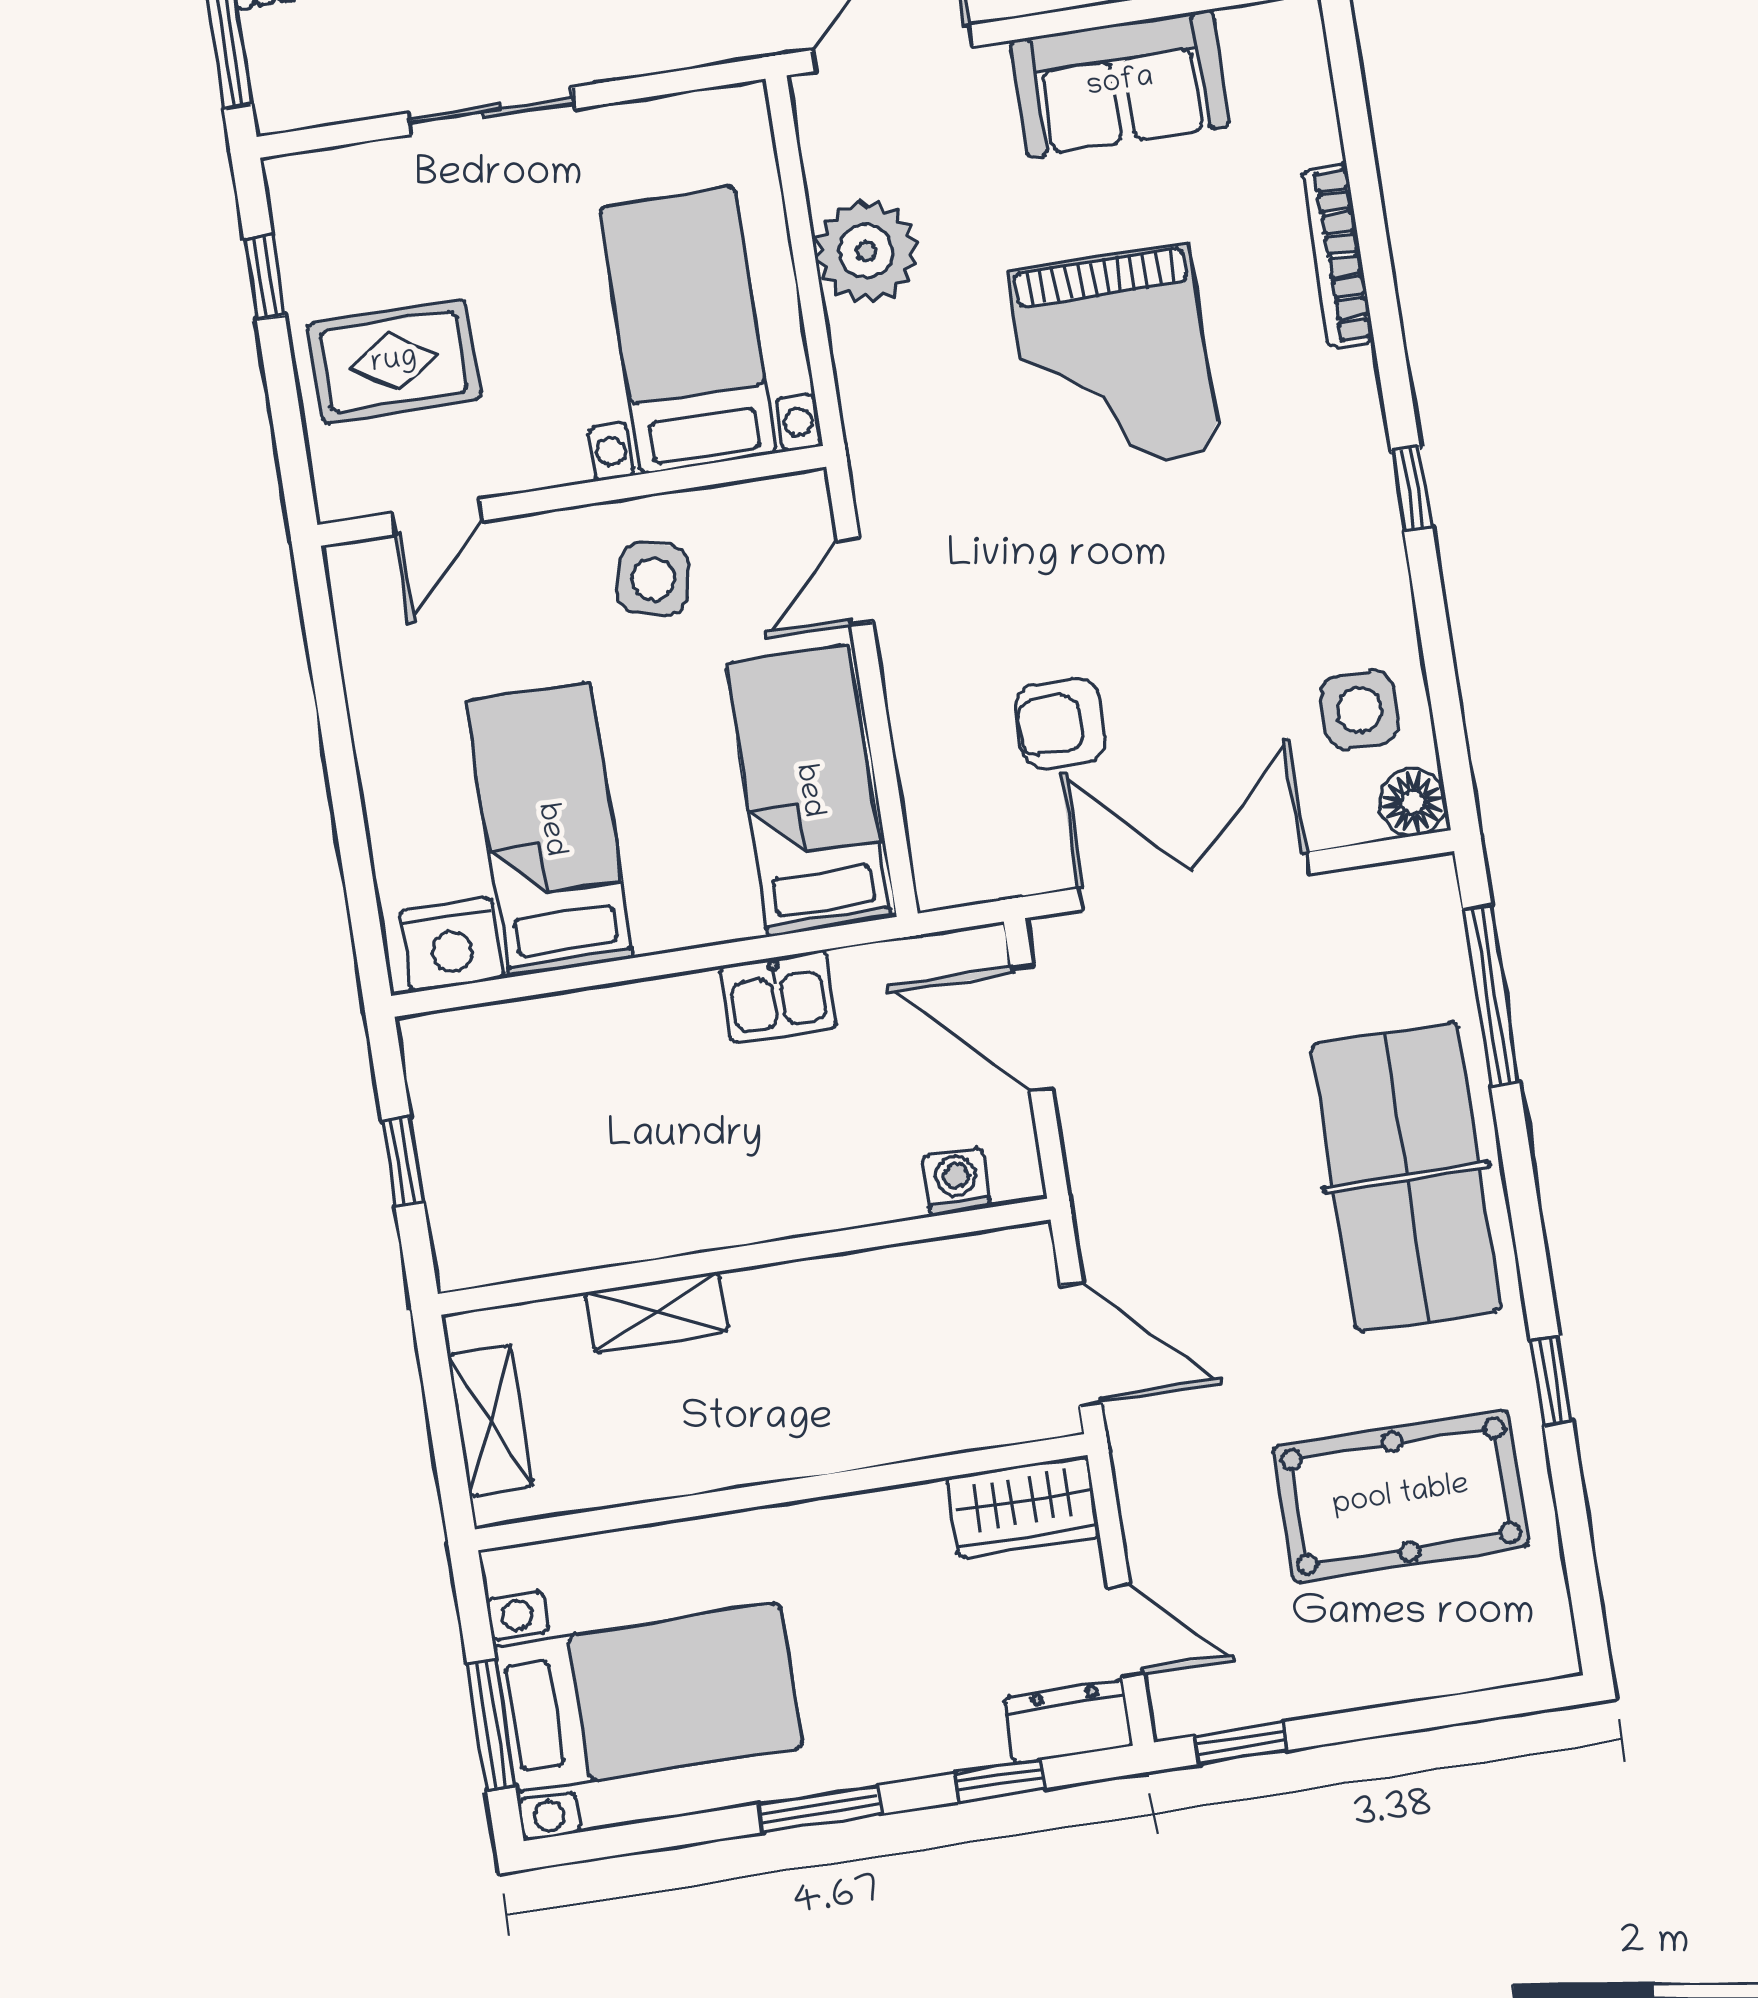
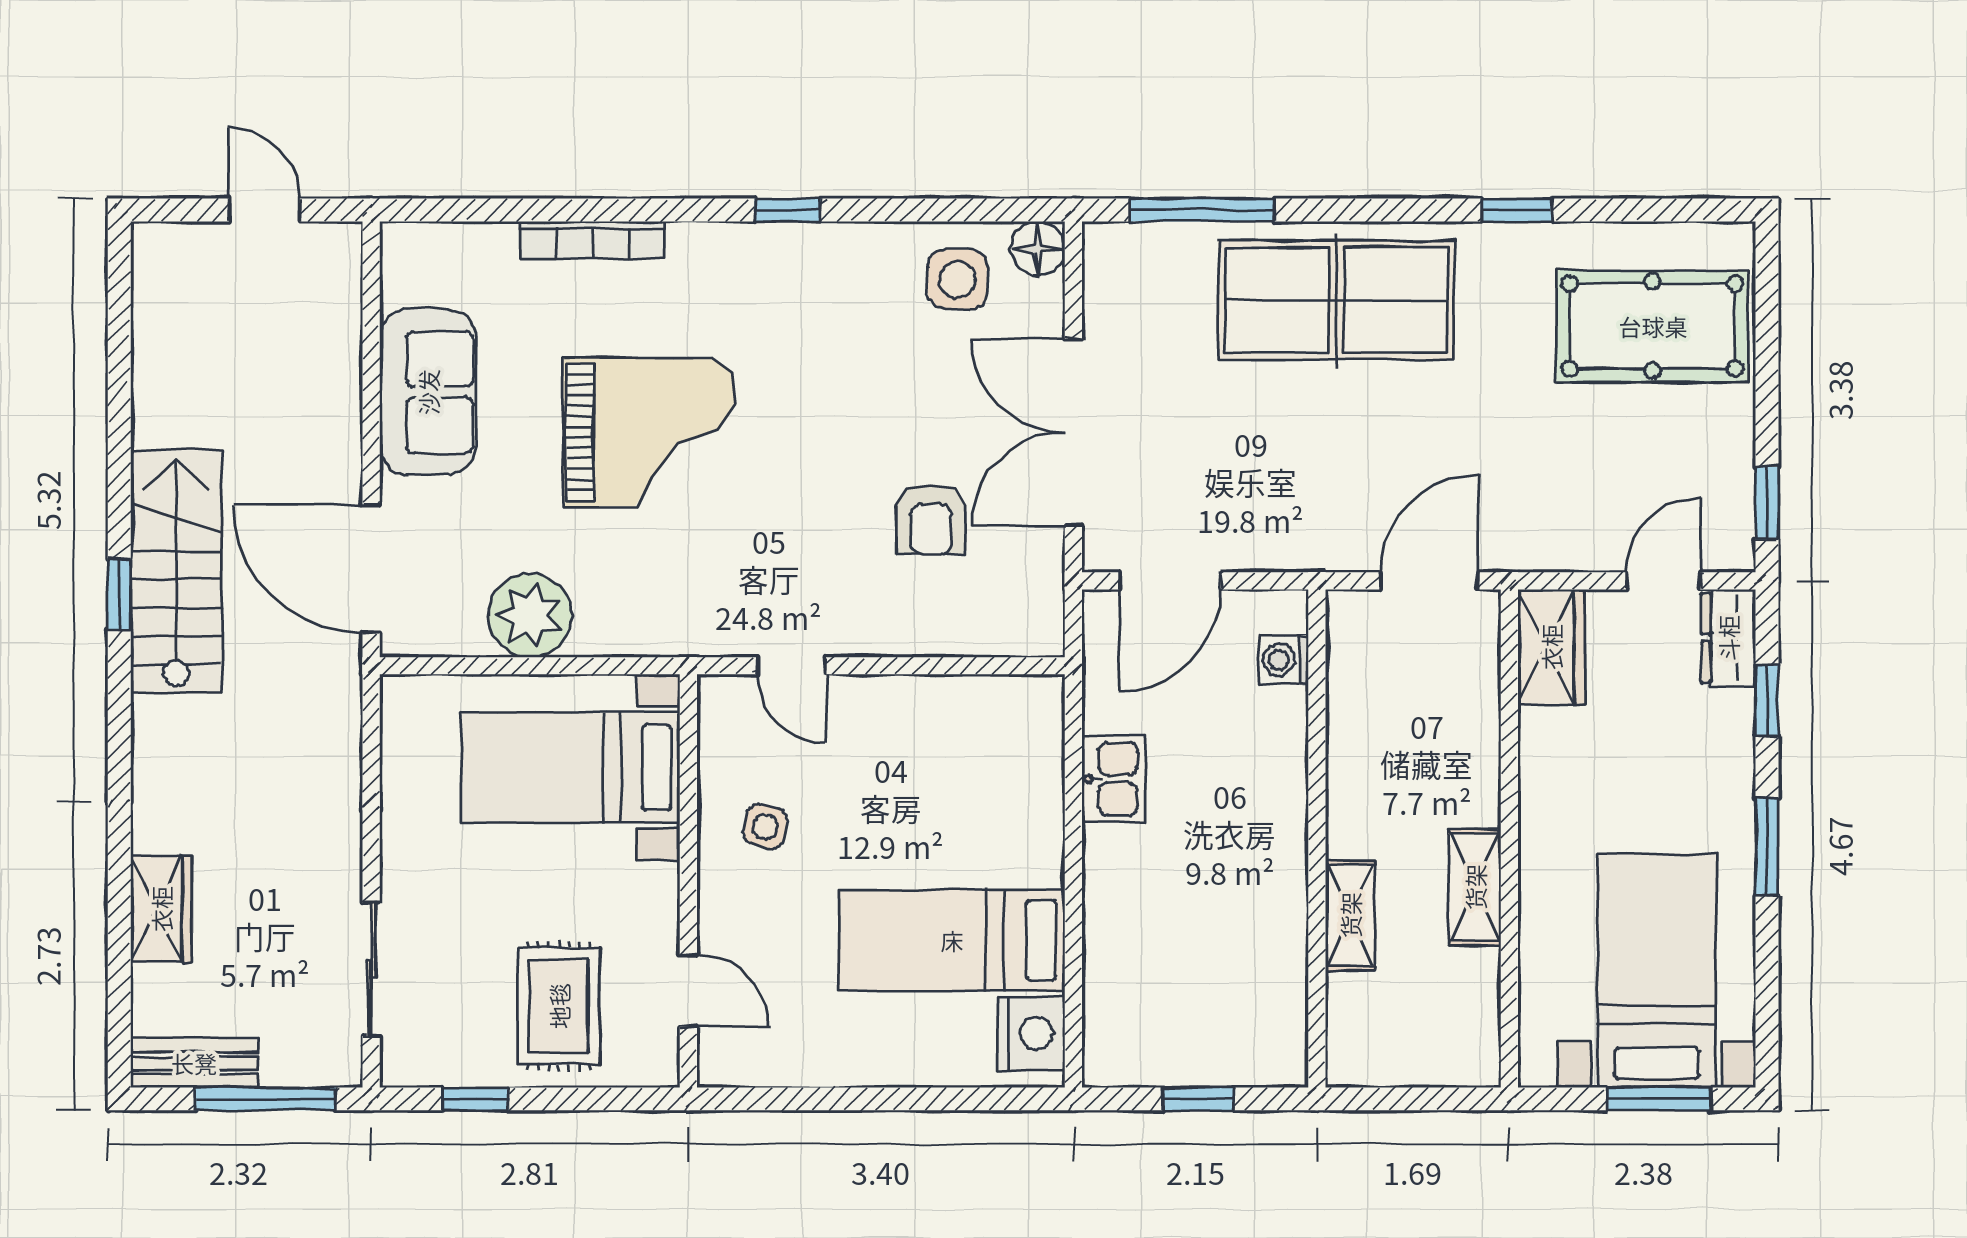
sliding door: (491, 111) -> (371, 969), moved
side table: (653, 579) -> (765, 827), width x0.73, depth x0.73
bed: (808, 791) -> (953, 729), removed
shelving: (490, 1420) -> (1475, 887), moved, turned 90
pool table: (1401, 1496) -> (1653, 326), moved, turned 90

